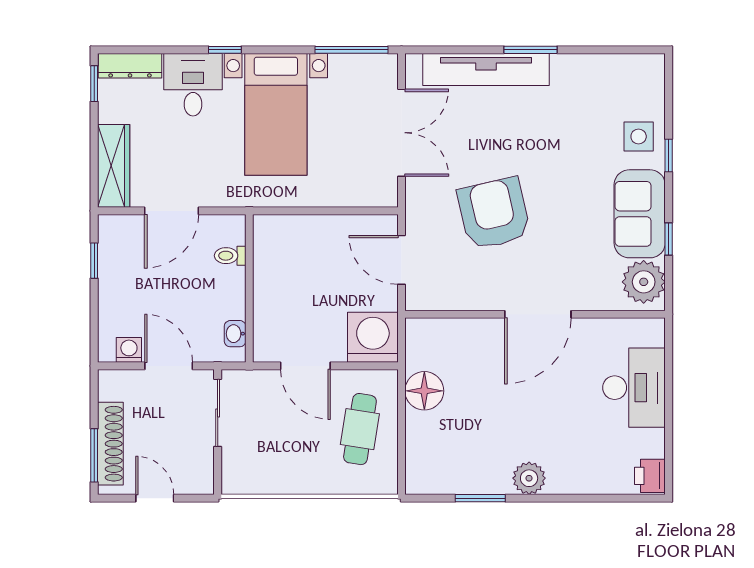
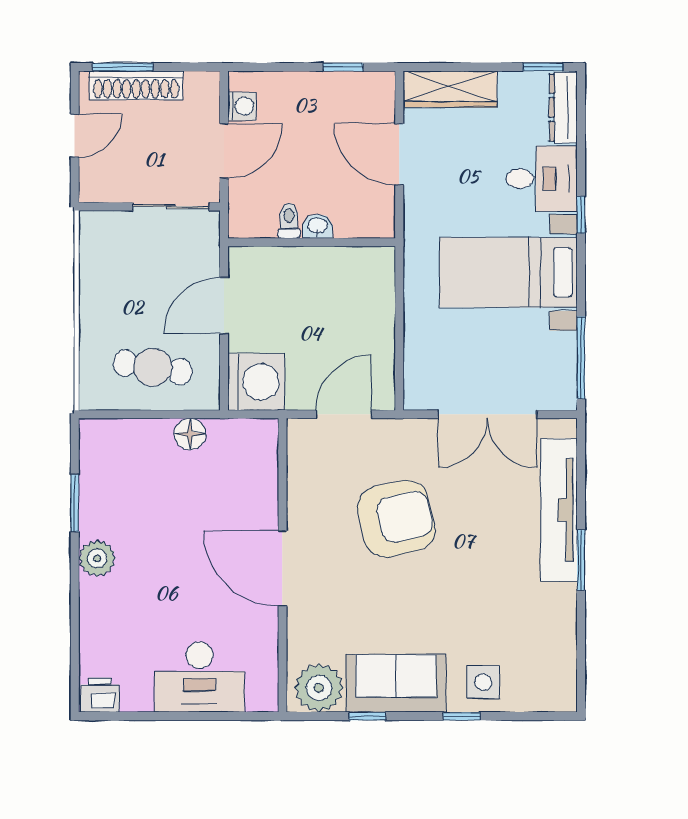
toilet: (230, 256) -> (289, 221), moved
washbasin: (235, 334) -> (318, 226), moved
floor lamp: (424, 391) -> (190, 434), width x0.73, depth x0.73

